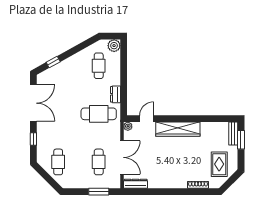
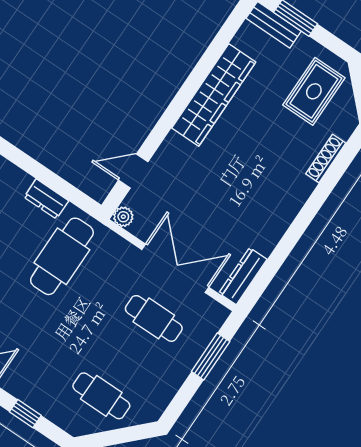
door: (147, 119) -> (133, 171), hinge flipped
wardrobe: (178, 129) -> (214, 95), moved
rug: (219, 164) -> (314, 91), turned 90

